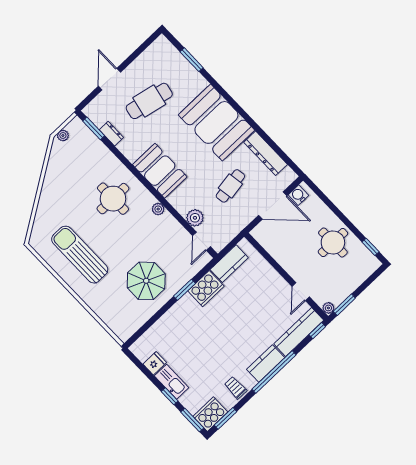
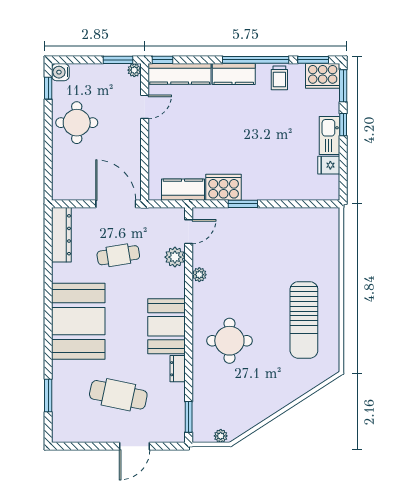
dresser: (111, 134) -> (178, 369), moved
dresser: (266, 153) -> (61, 235), moved
water cooler: (298, 195) -> (60, 72), moved, turned 90
door: (273, 205) -> (116, 204), moved
plant: (158, 209) -> (199, 275), moved
parasol: (146, 281) -> (268, 243), removed
window: (274, 372) -> (256, 60), moved

